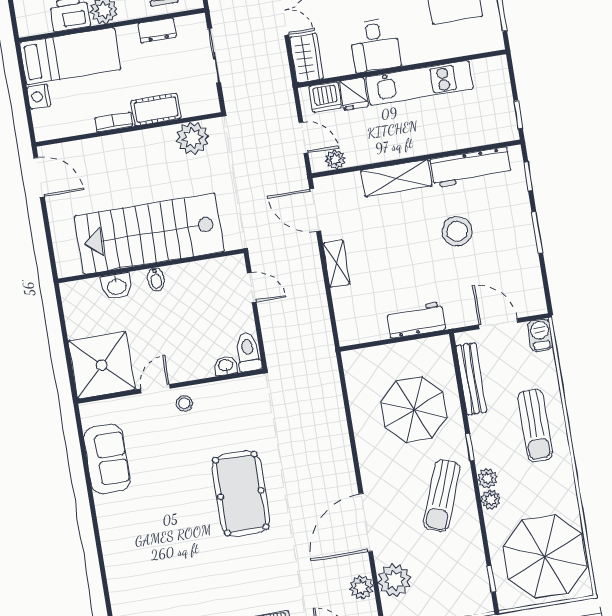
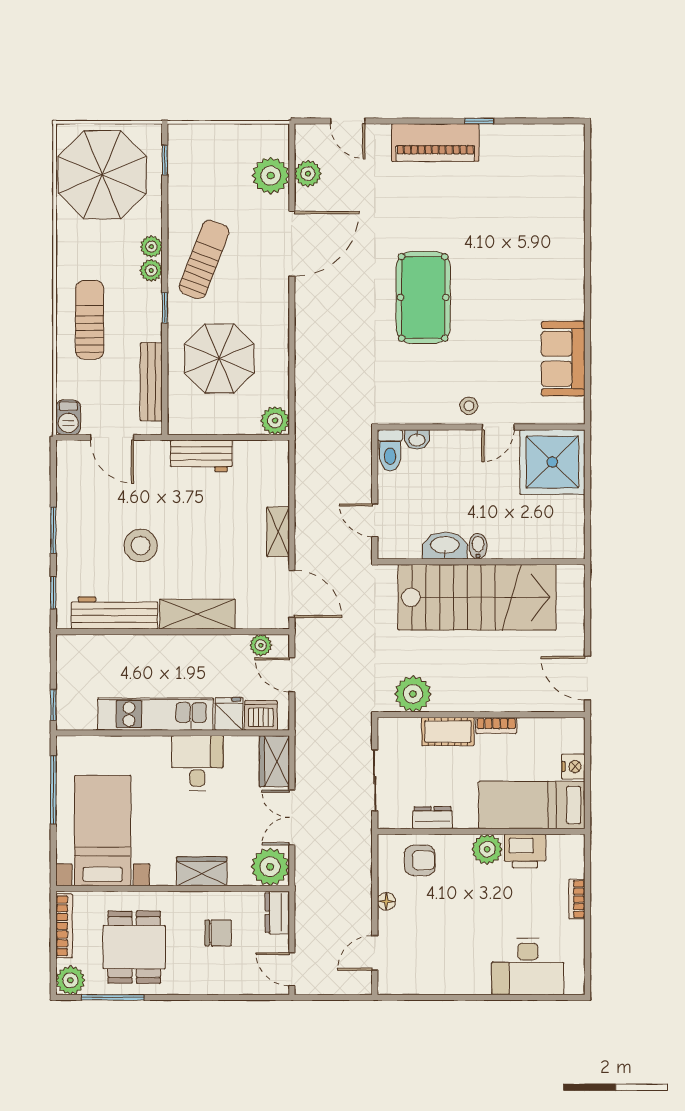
window: (518, 114) -> (53, 705), moved
washbasin: (117, 286) -> (445, 546), moved, width x1.38
plant: (355, 362) -> (275, 421), added

